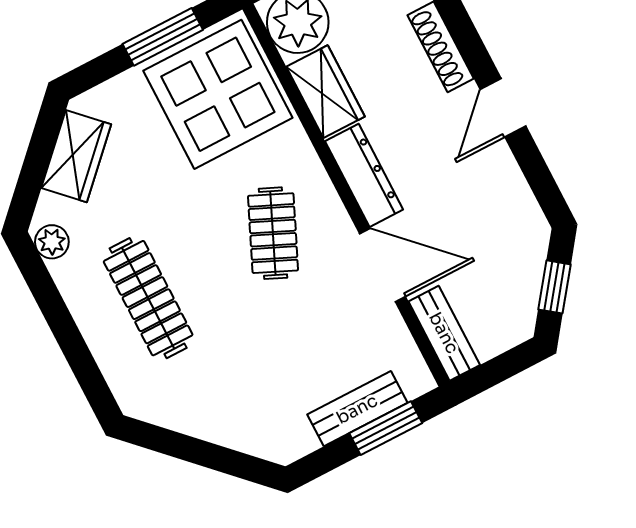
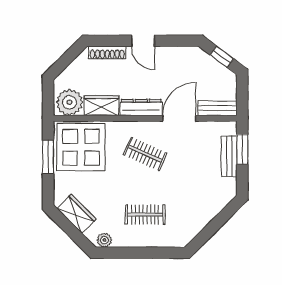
clothes rail: (148, 298) -> (145, 215), width x0.73

